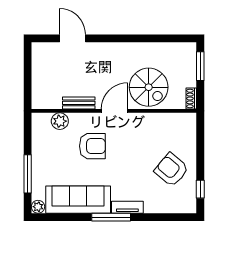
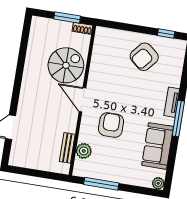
window: (200, 66) -> (67, 17), moved
bench: (79, 103) -> (67, 148), moved
window: (28, 174) -> (101, 184), moved
sofa: (78, 200) -> (158, 146), width x0.73

